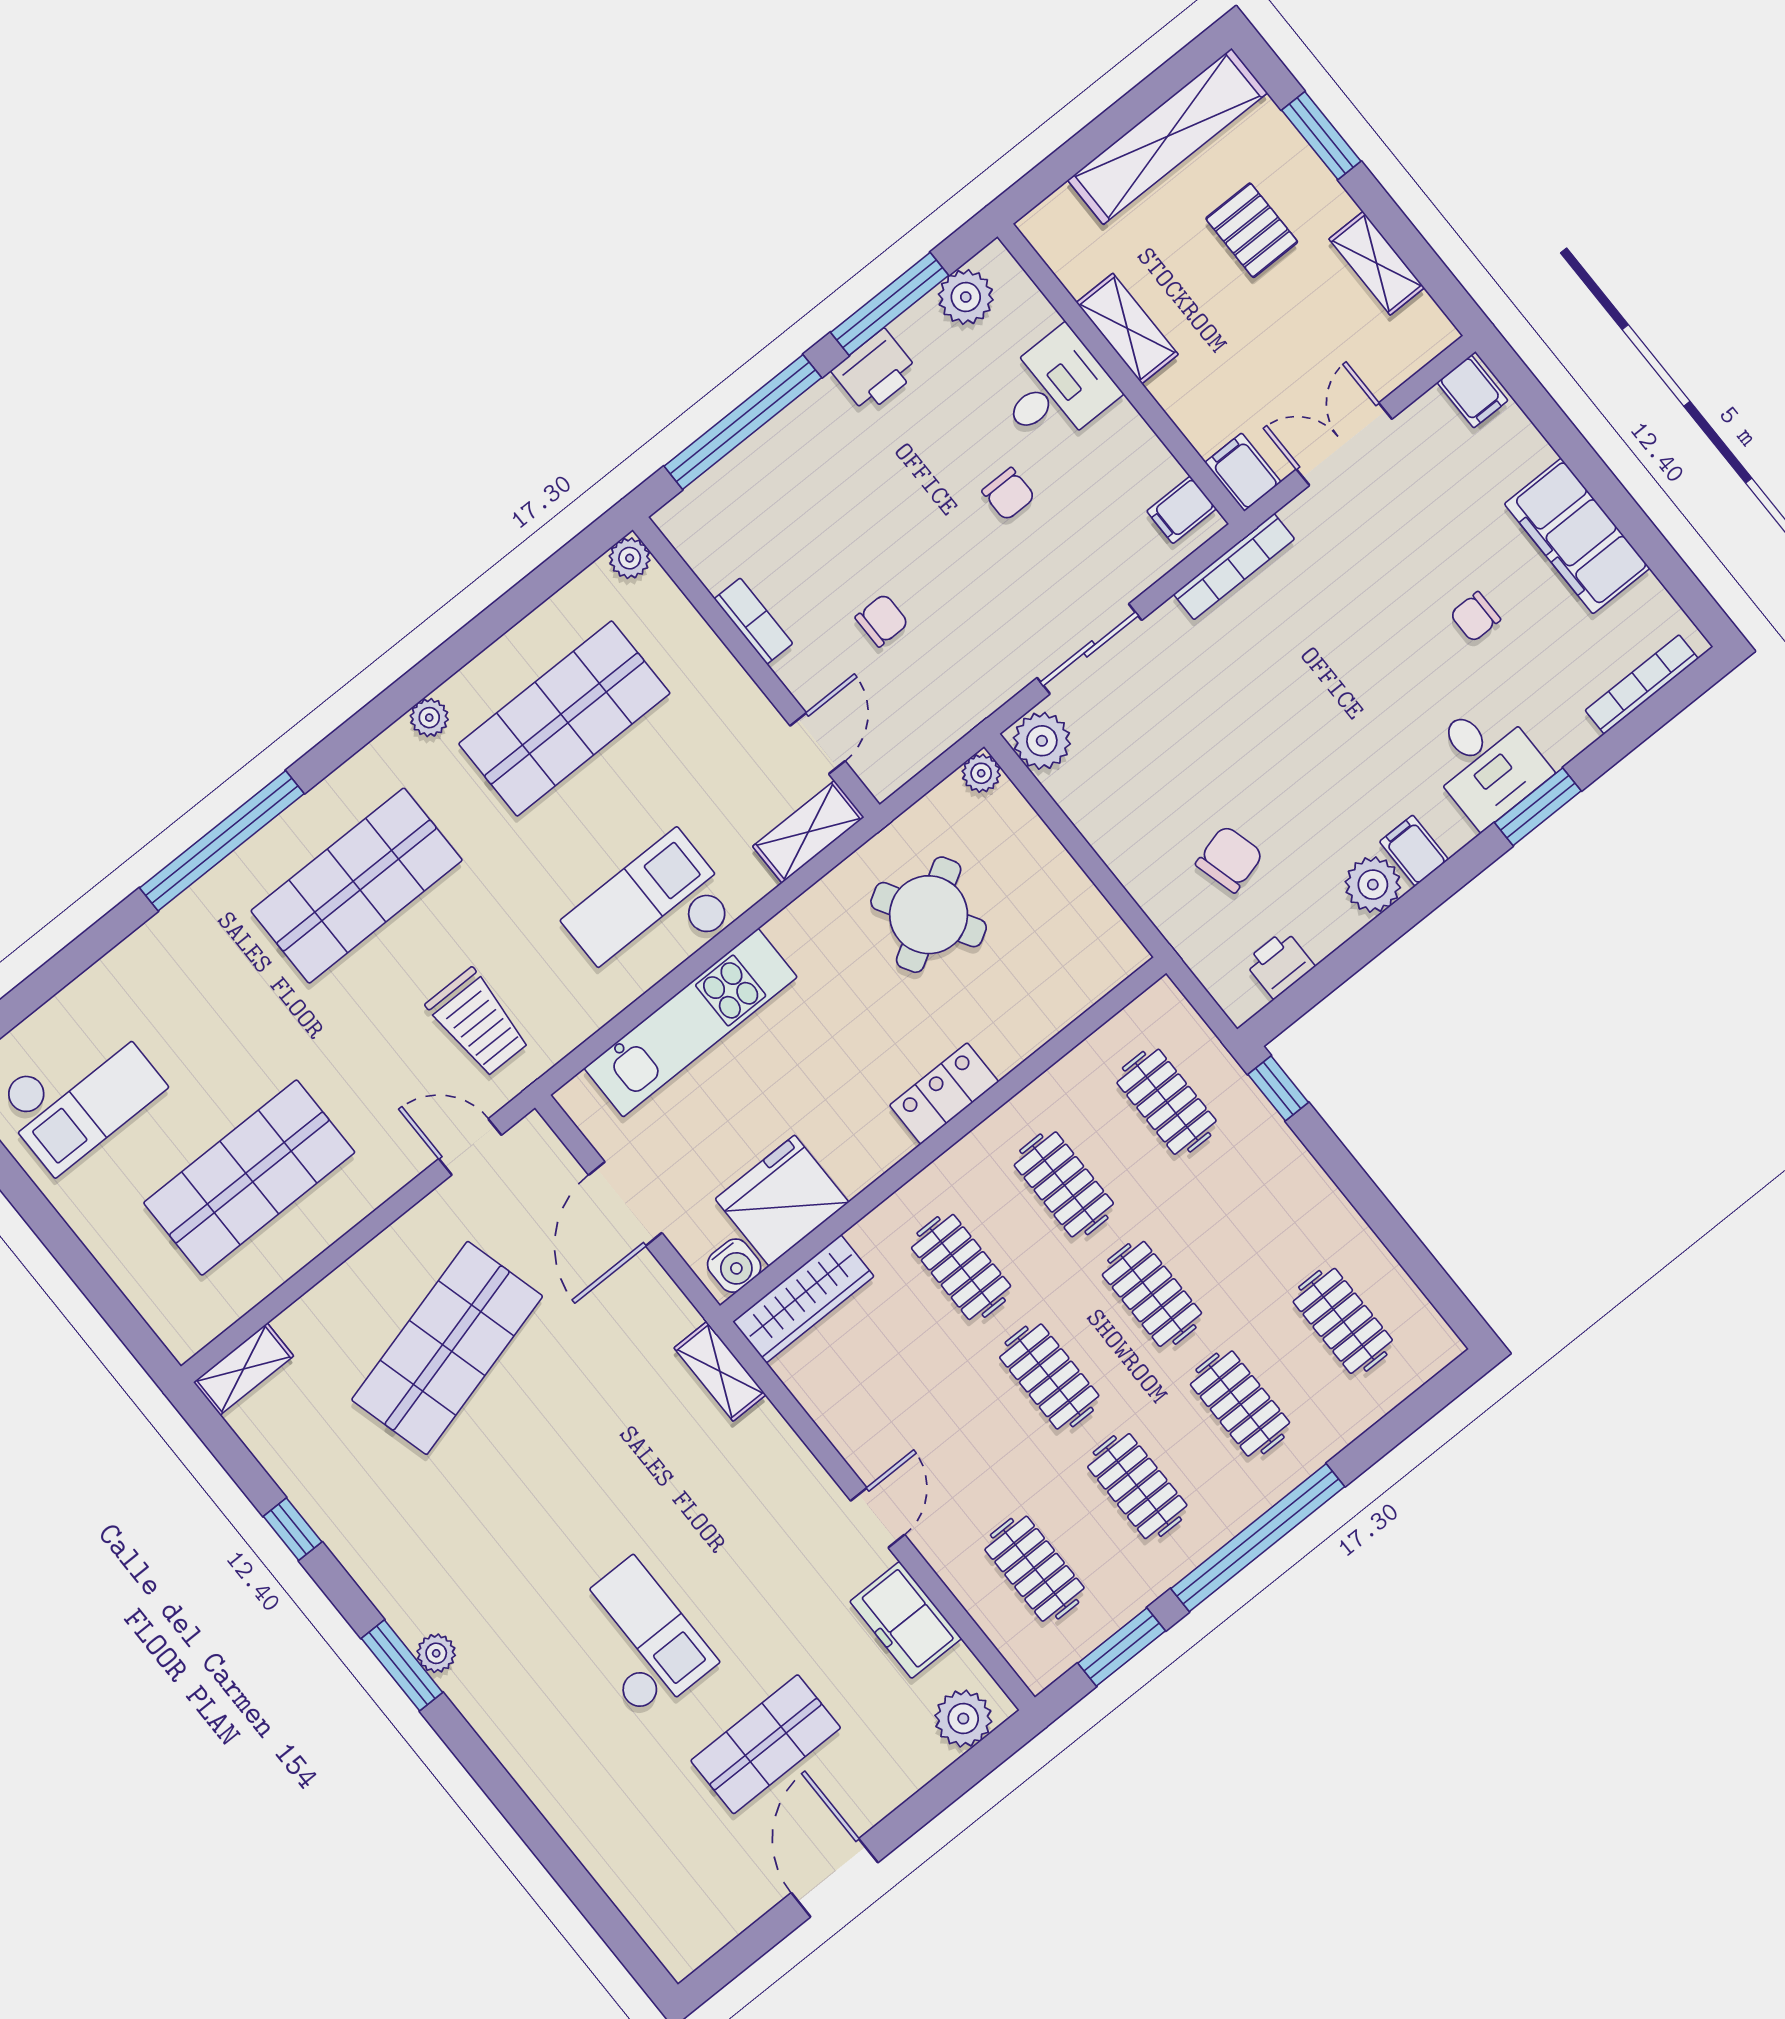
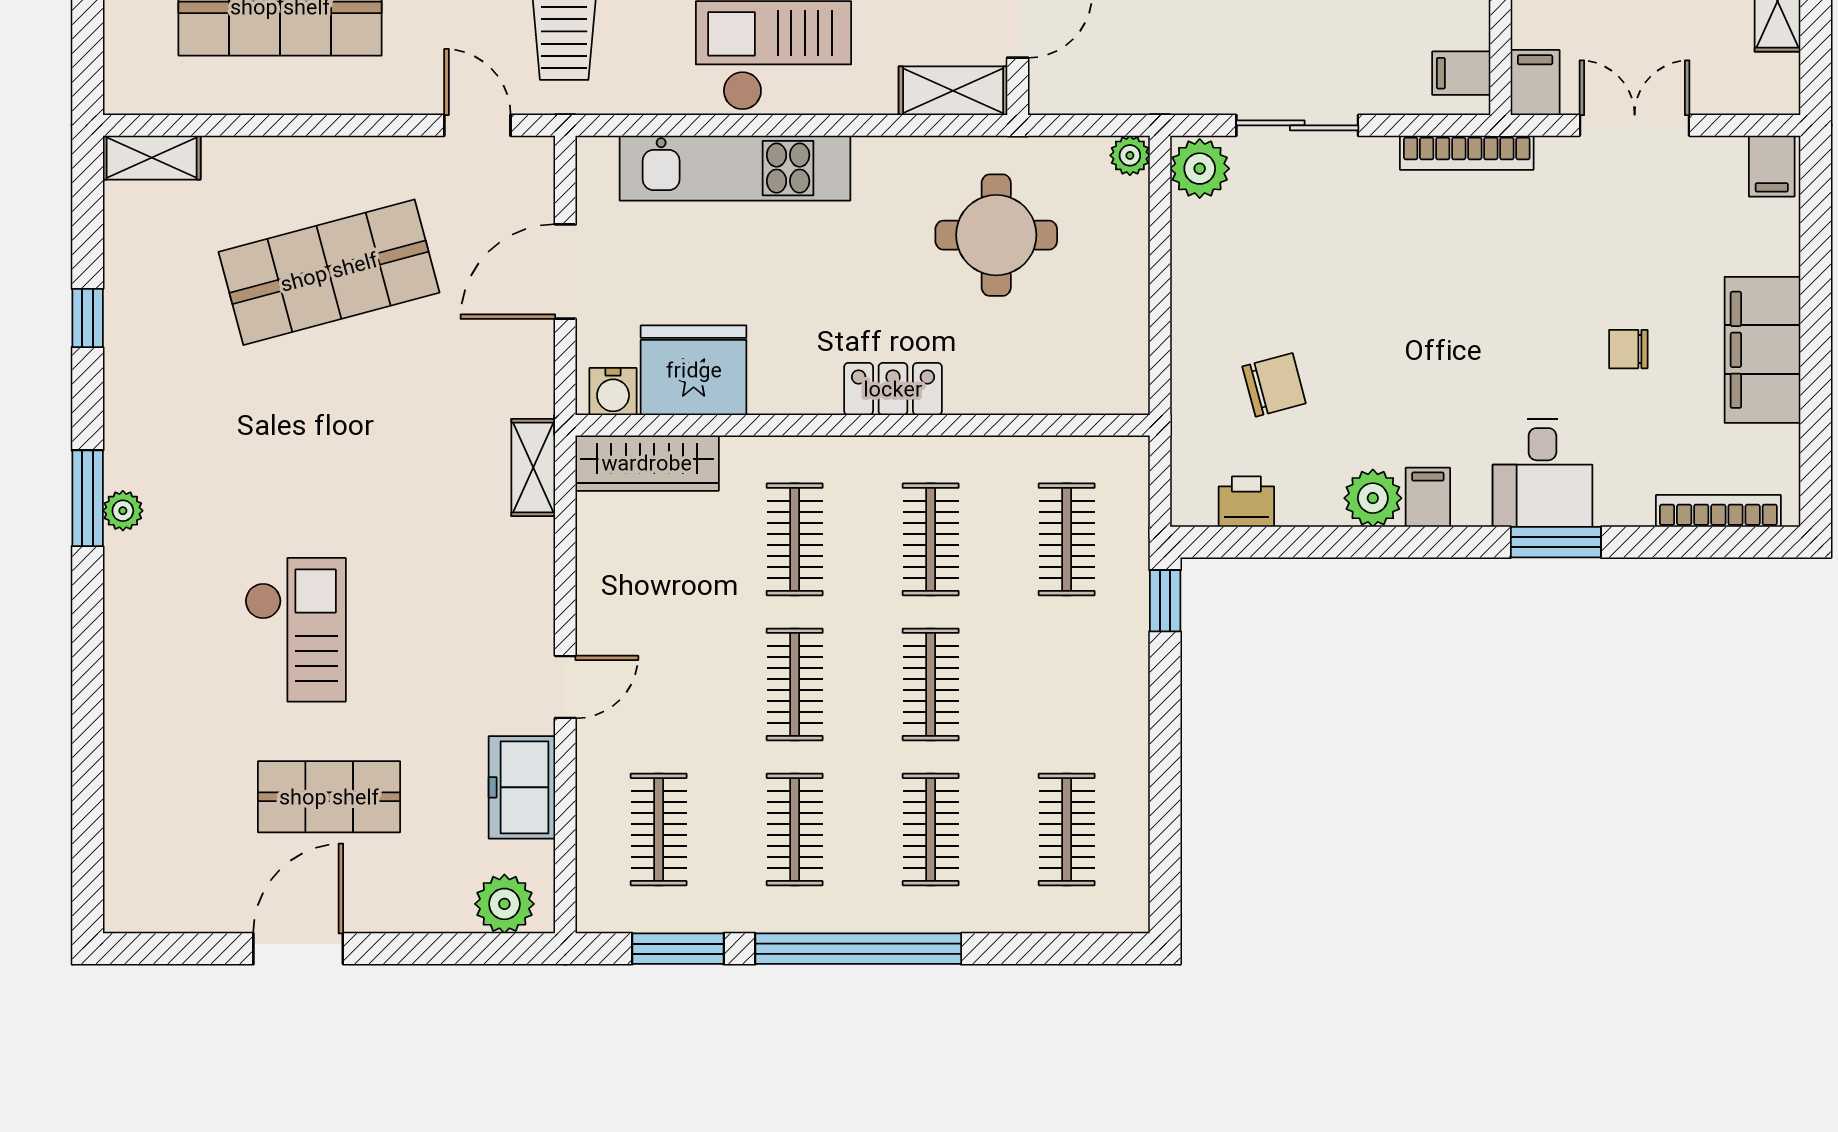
round table: (929, 915) -> (996, 235), turned 30

